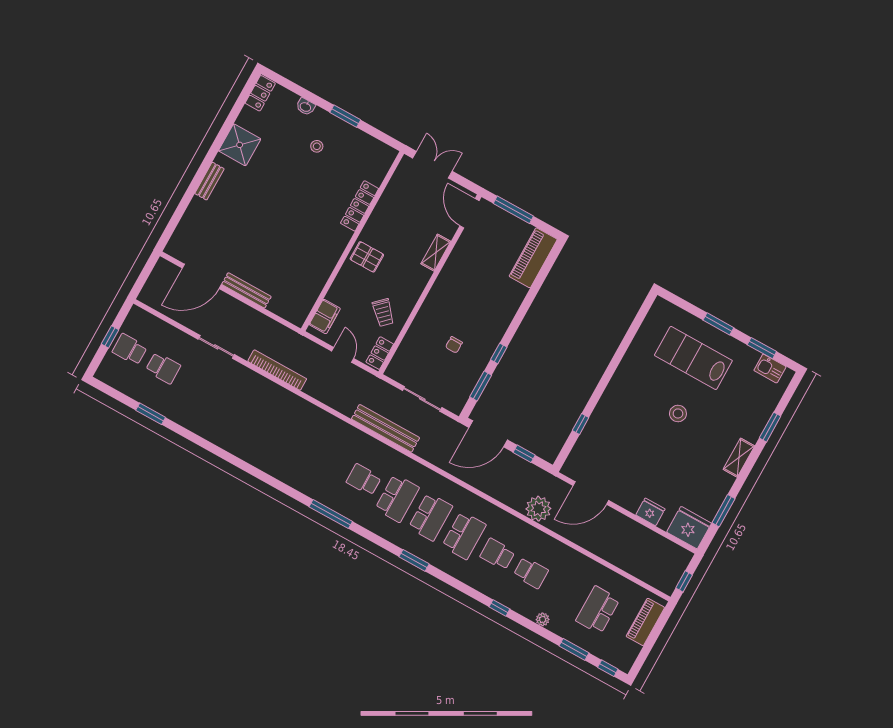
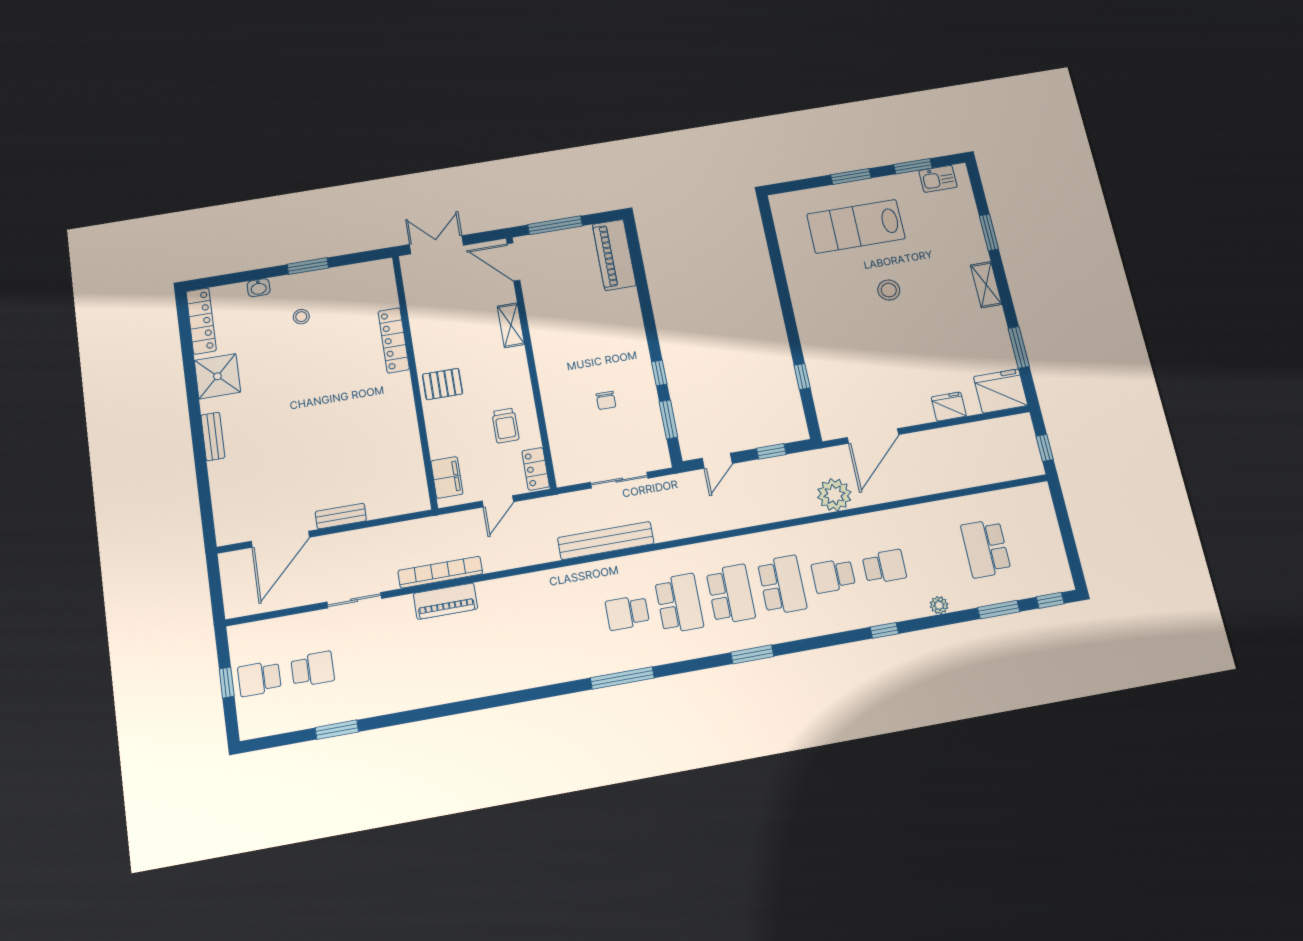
locker: (260, 93) -> (201, 321), width x1.53
bench: (246, 290) -> (341, 516), width x0.73
trolley: (383, 313) -> (505, 426), turned 44
door: (343, 355) -> (498, 501), swing flipped
door: (488, 434) -> (717, 461), width x0.53
piano: (645, 622) -> (445, 601), moved, turned -90

